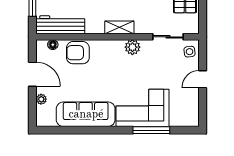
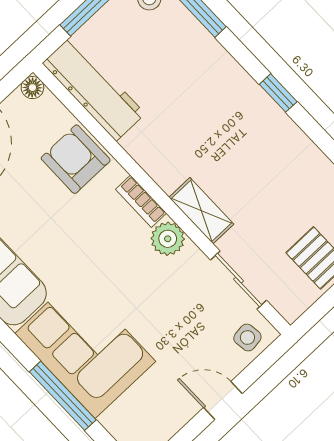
shelving: (119, 27) -> (201, 211), moved
bookcase: (112, 44) -> (141, 201), added
floor lamp: (53, 45) -> (32, 88), moved

